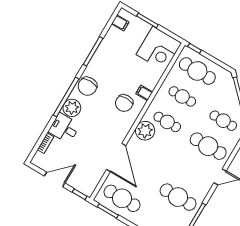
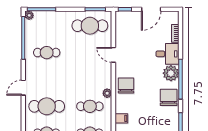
chair: (124, 103) -> (126, 86), moved
plant: (145, 131) -> (107, 93), width x0.53, depth x0.53
door: (116, 158) -> (113, 55), width x0.53
cafe table: (178, 197) -> (47, 53), width x0.73, depth x0.74

